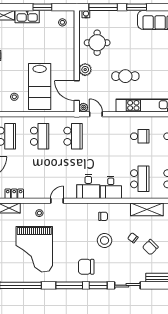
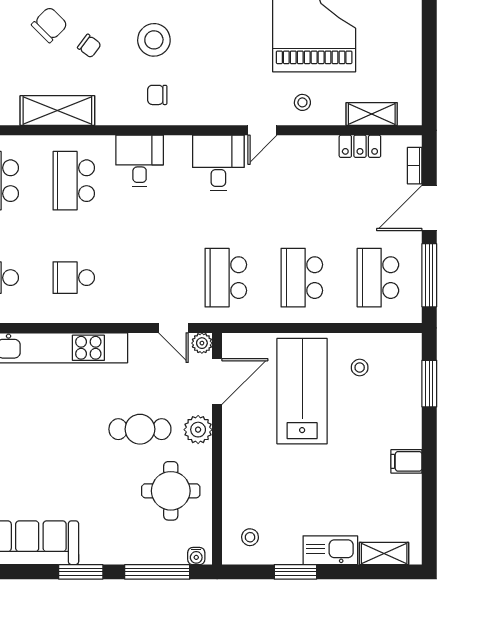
cafe table: (125, 76) -> (140, 429), moved
door: (77, 91) -> (217, 382), hinge flipped
desk: (88, 186) -> (218, 163), moved

